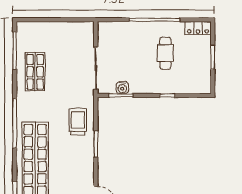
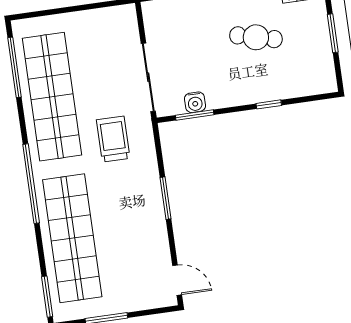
cafe table: (165, 53) -> (256, 37), turned -76
shop shelf: (35, 72) -> (52, 97), width x2.00, depth x1.36
trolley: (78, 122) -> (113, 139), moved

